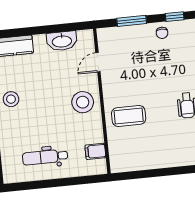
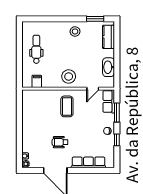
row of seats: (116, 35) -> (109, 101), added
door: (98, 62) -> (93, 89), swing flipped
coffee table: (129, 116) -> (67, 106), moved

